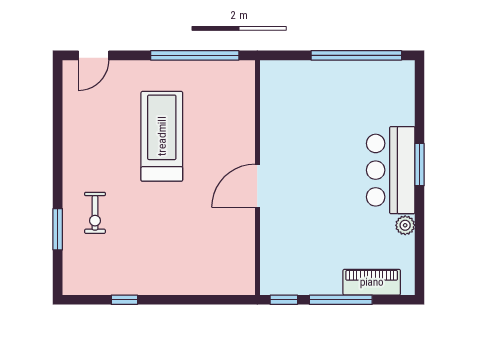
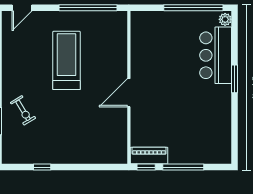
bar counter: (391, 170) -> (216, 55), moved
exercise bike: (95, 213) -> (23, 110), turned -31
plant: (405, 225) -> (225, 19), moved
piano: (372, 282) -> (149, 156), moved

